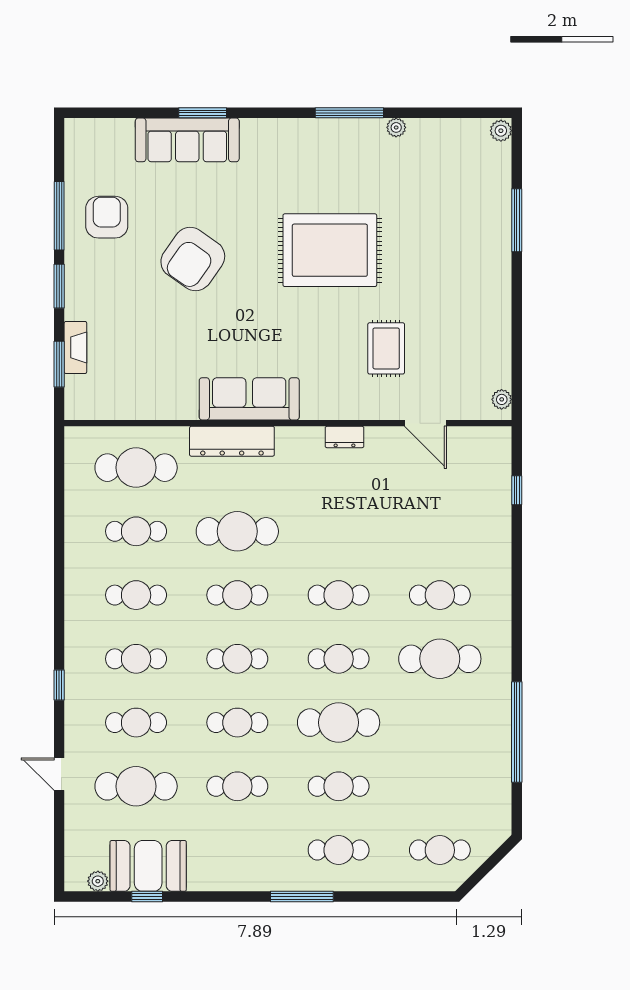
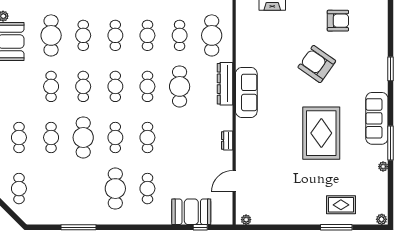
sofa: (187, 140) -> (377, 118), moved
rug: (386, 348) -> (341, 205), moved
booth: (486, 508) -> (191, 212), added
window: (517, 732) -> (78, 227), width x0.68

